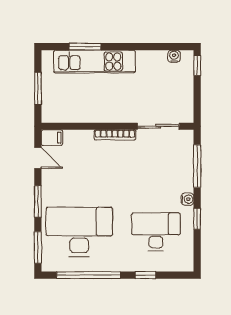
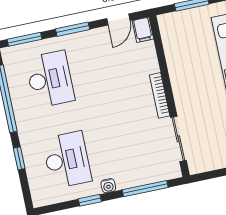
desk: (79, 232) -> (50, 79), width x0.73, depth x0.77

